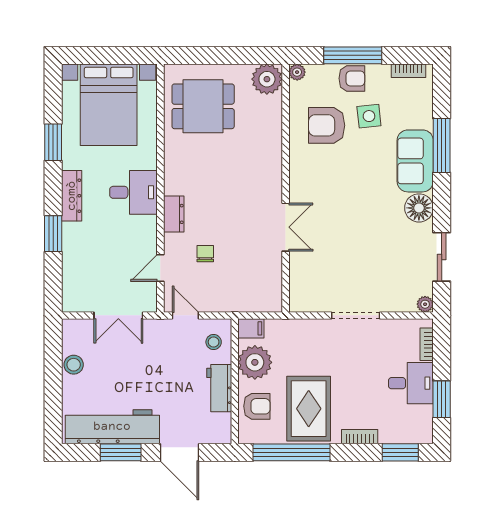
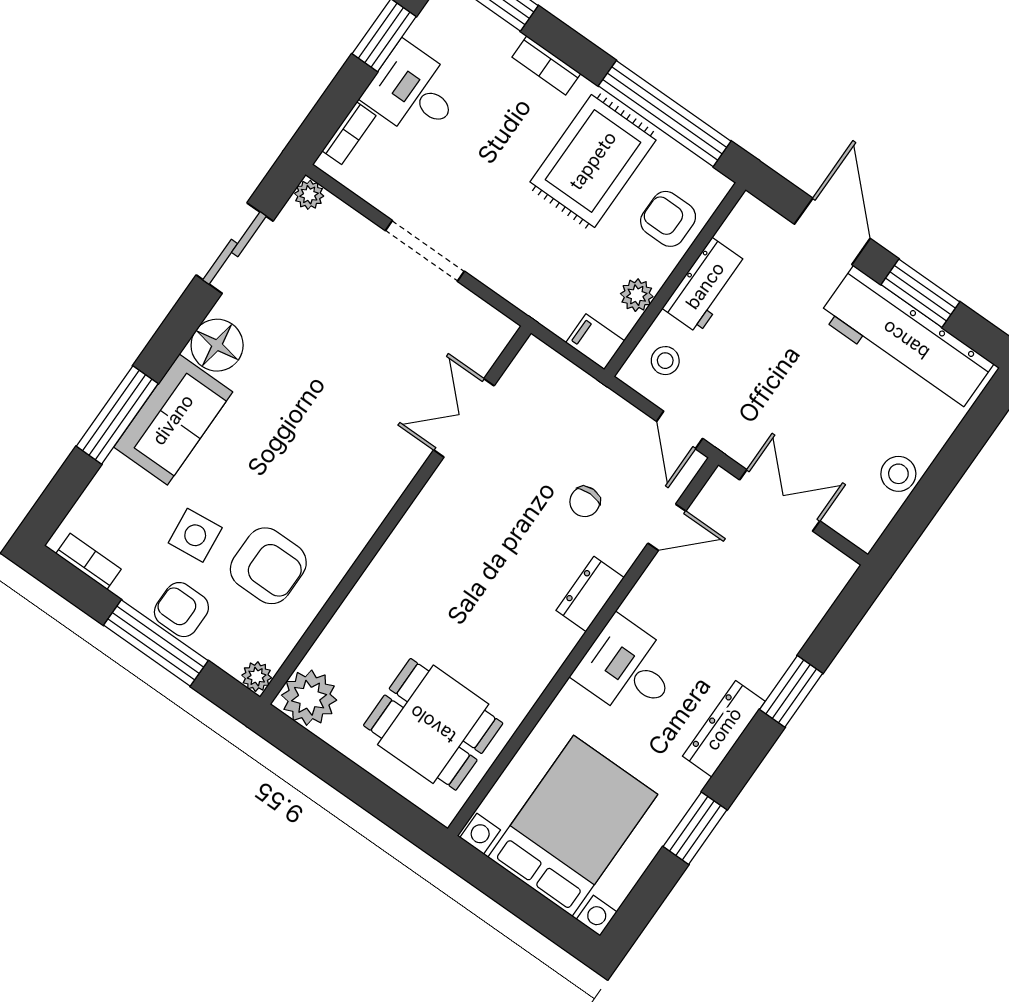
double door: (286, 227) -> (464, 418), moved
plant: (255, 362) -> (637, 295), width x0.53, depth x0.53

